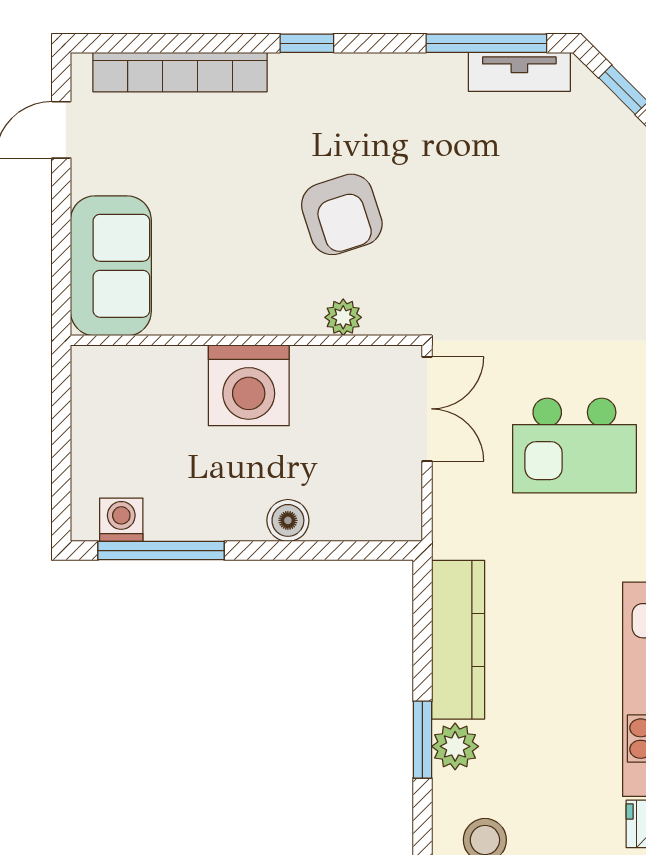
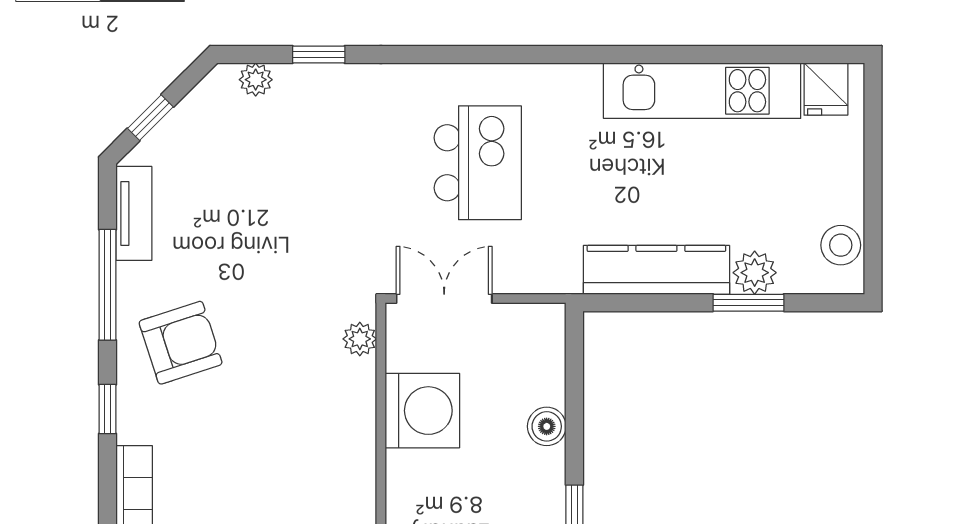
window: (486, 43) -> (108, 285), moved
armchair: (342, 214) -> (181, 343), moved
plant: (343, 317) -> (360, 339), moved
washing machine: (249, 385) -> (422, 411), moved

